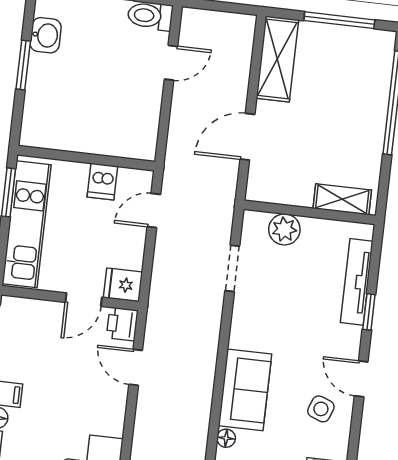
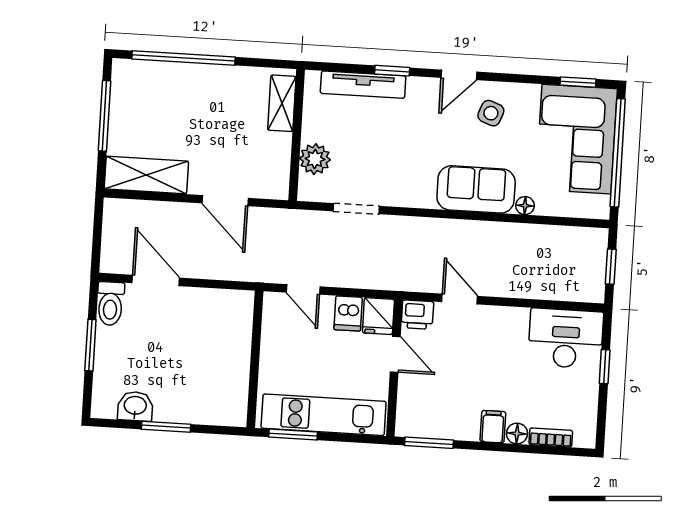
door: (171, 63) -> (156, 280), width x1.38
dishwasher: (102, 182) -> (348, 313), moved, turned 90
door: (136, 367) -> (460, 299), swing flipped

